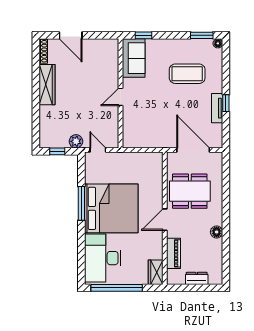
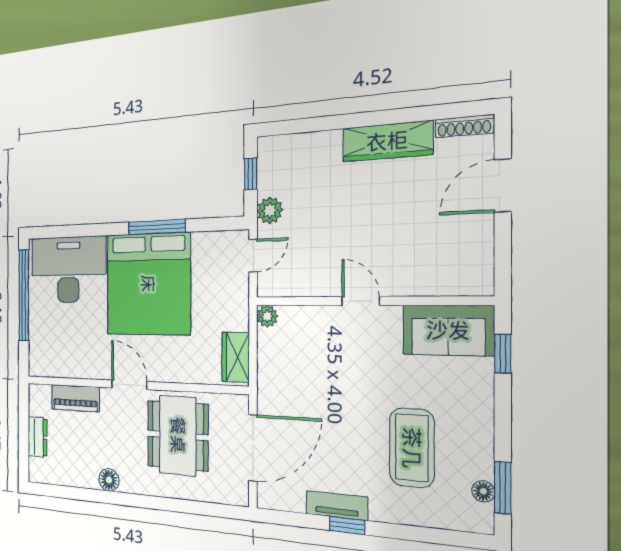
floor lamp: (218, 43) -> (483, 491), moved
plant: (128, 143) -> (267, 316), added
wardrobe: (156, 272) -> (236, 357), moved, turned -90

